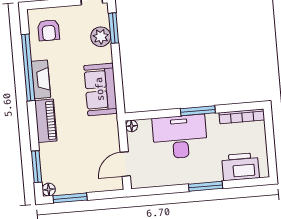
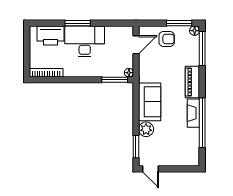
armchair: (49, 30) -> (167, 39), moved, turned 90
plant: (101, 37) -> (146, 129), moved
window: (198, 111) -> (115, 80), moved
desk: (180, 137) -> (85, 41), moved, turned 180
window: (37, 167) -> (202, 48), width x1.44

